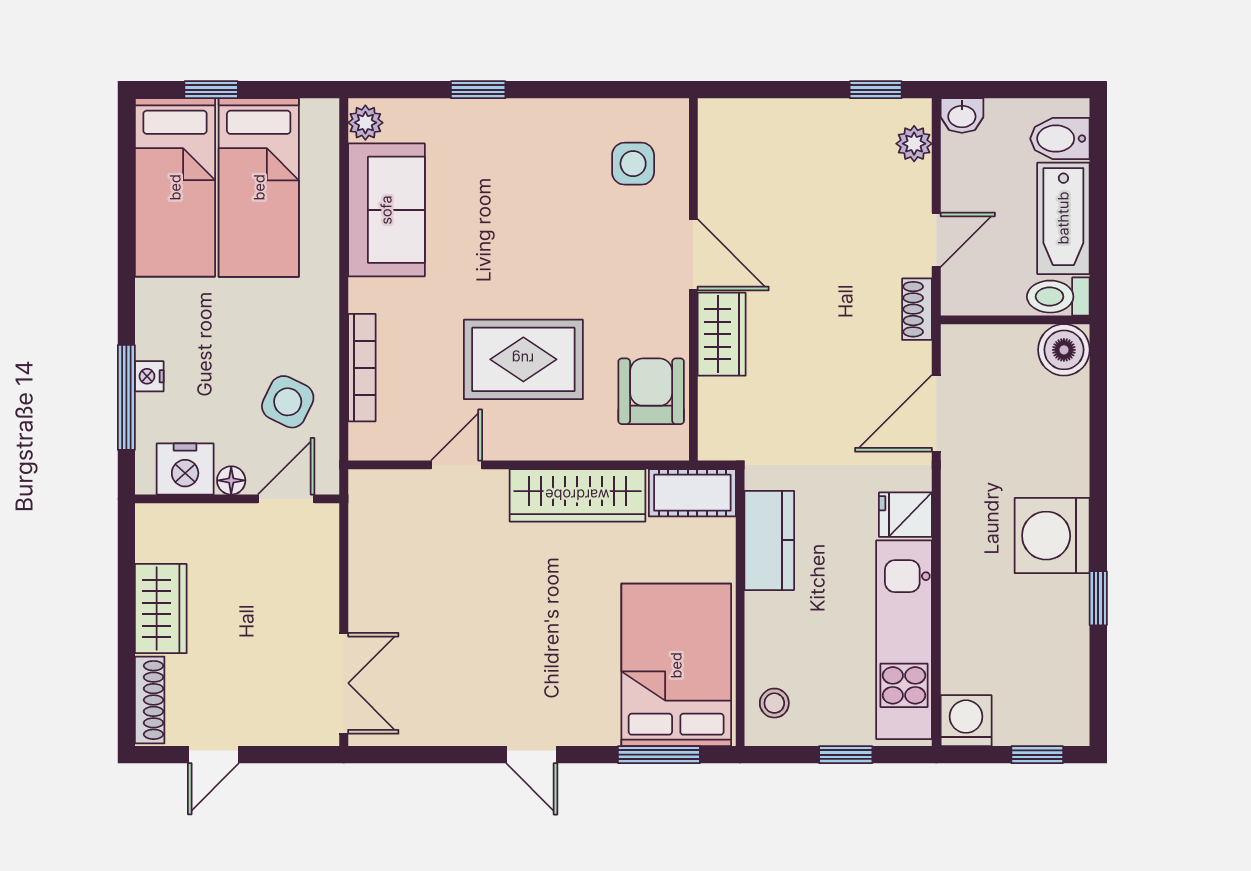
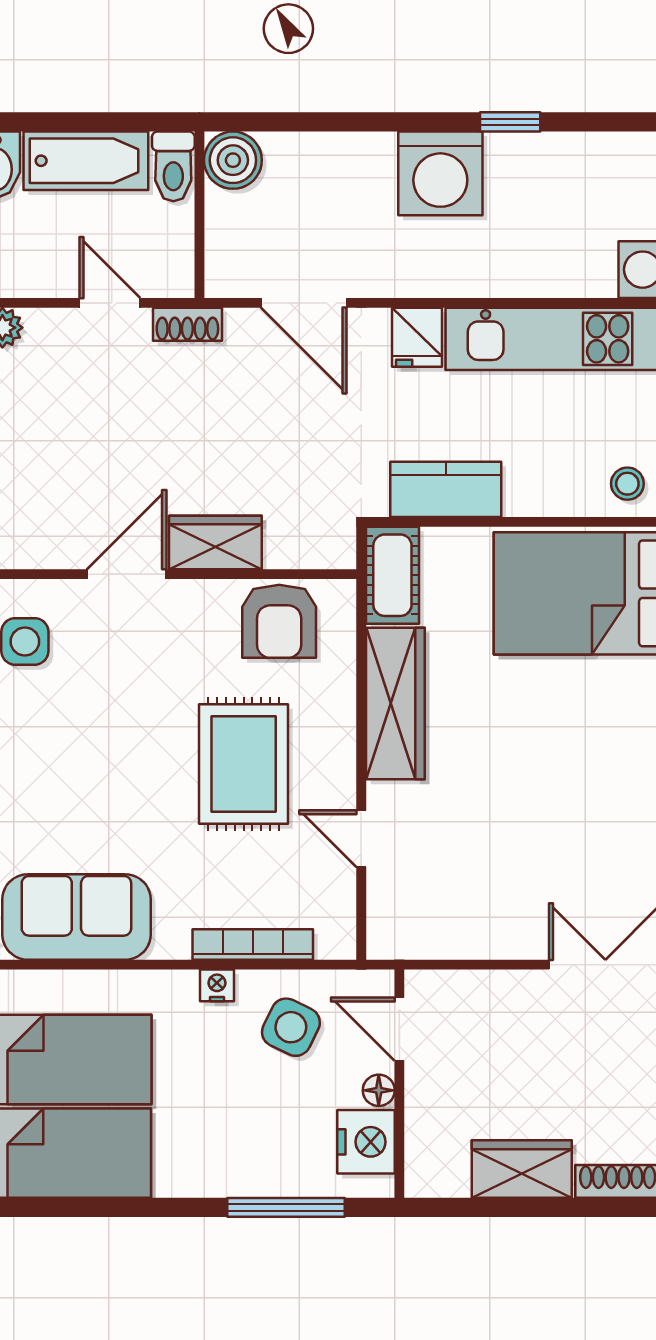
nightstand: (149, 376) -> (217, 985), moved, turned 180
armchair: (651, 391) -> (279, 621), turned -90

